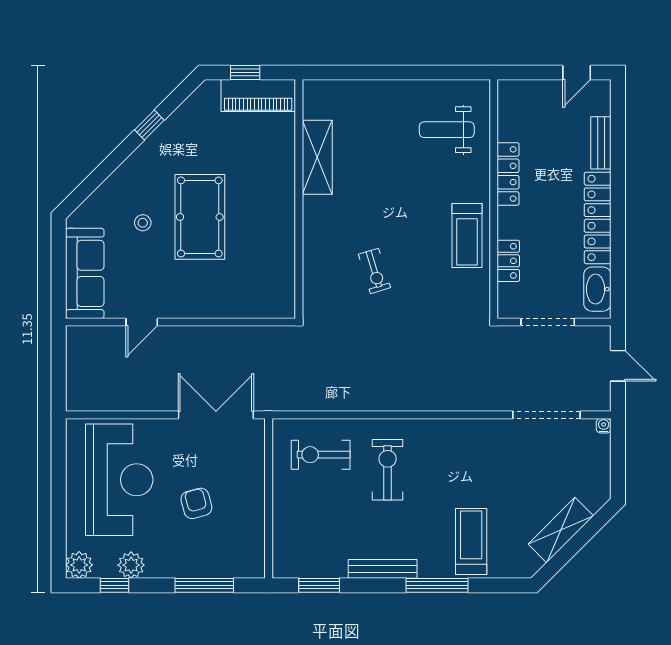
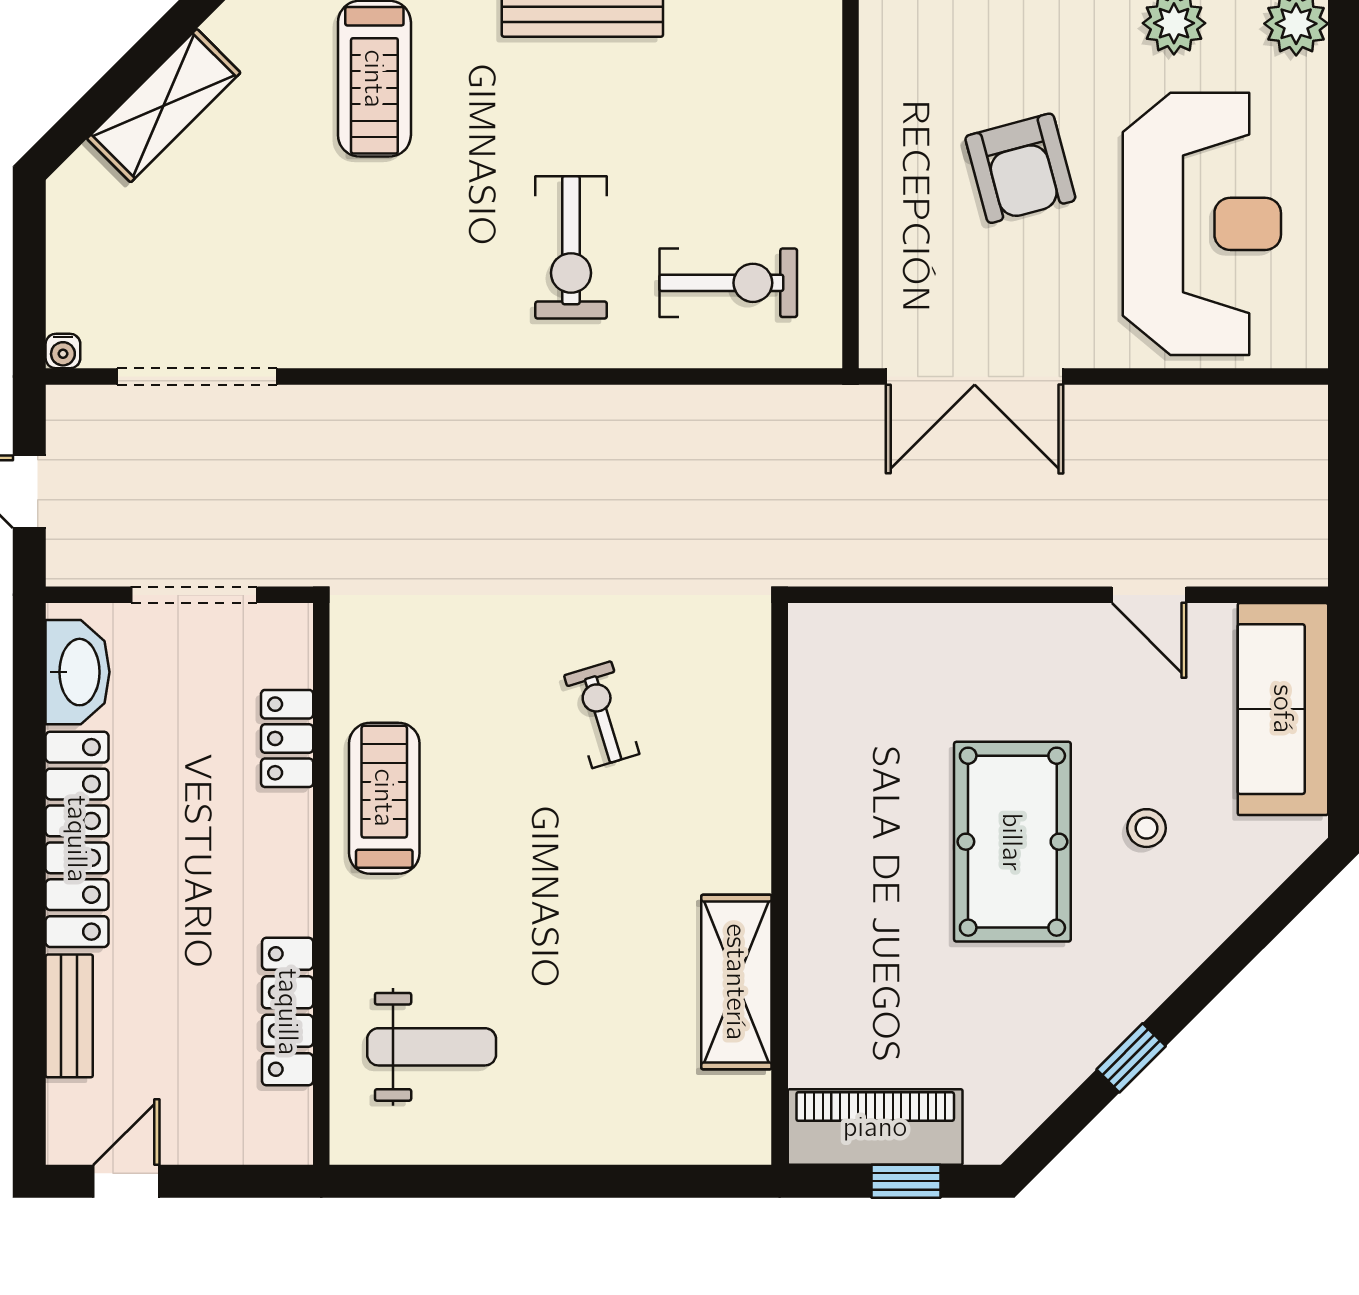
locker: (508, 174) -> (288, 1012), moved
door: (142, 322) -> (1149, 595), swing flipped
reception desk: (119, 480) -> (1202, 224), turned 180
armchair: (196, 503) -> (1020, 168), width x1.38, depth x1.38

